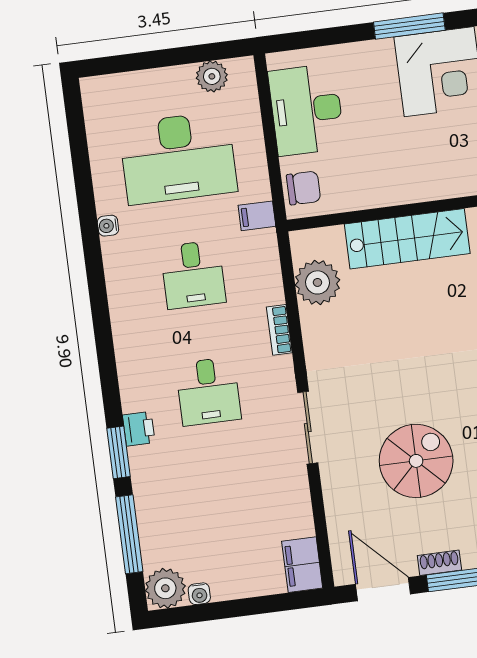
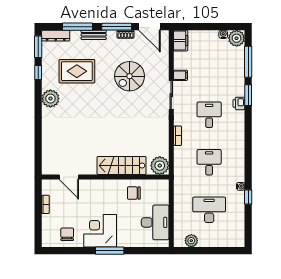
desk: (178, 158) -> (209, 210), width x0.73, depth x0.77
chair: (303, 188) -> (134, 193), moved
window: (86, 202) -> (248, 197), added
filing cabinet: (257, 216) -> (181, 75), moved
plant: (317, 282) -> (160, 166), moved

